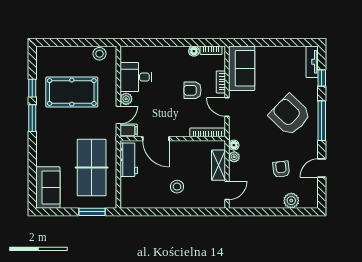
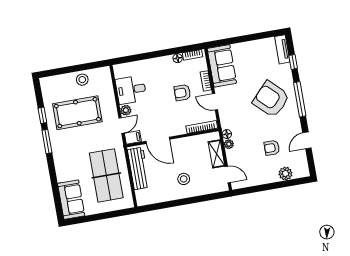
stool: (99, 54) -> (82, 80), moved
workbench: (129, 160) -> (138, 168), width x1.38
armchair: (281, 169) -> (272, 148), turned -83
door: (227, 190) -> (228, 174), hinge flipped
window: (92, 212) -> (113, 214), removed

